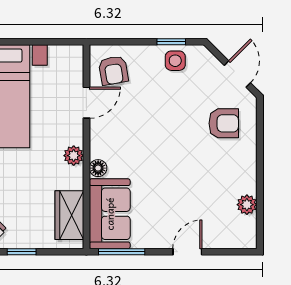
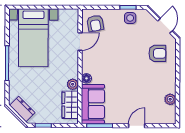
plant: (74, 156) -> (73, 84), moved

